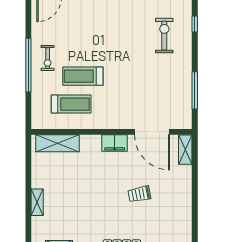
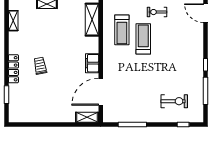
trolley: (139, 194) -> (40, 66), moved

